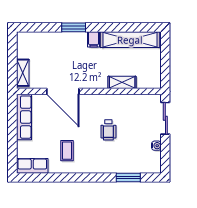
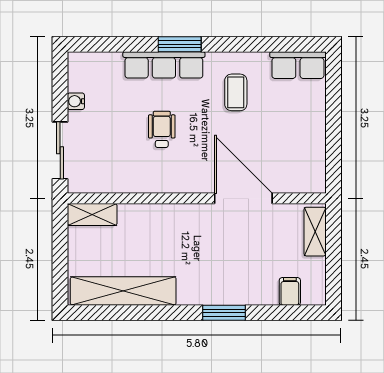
filing cabinet: (94, 39) -> (290, 291), moved
shelving: (122, 82) -> (92, 215), moved
row of seats: (24, 117) -> (164, 65), moved, turned -90
window: (128, 178) -> (180, 44), moved

